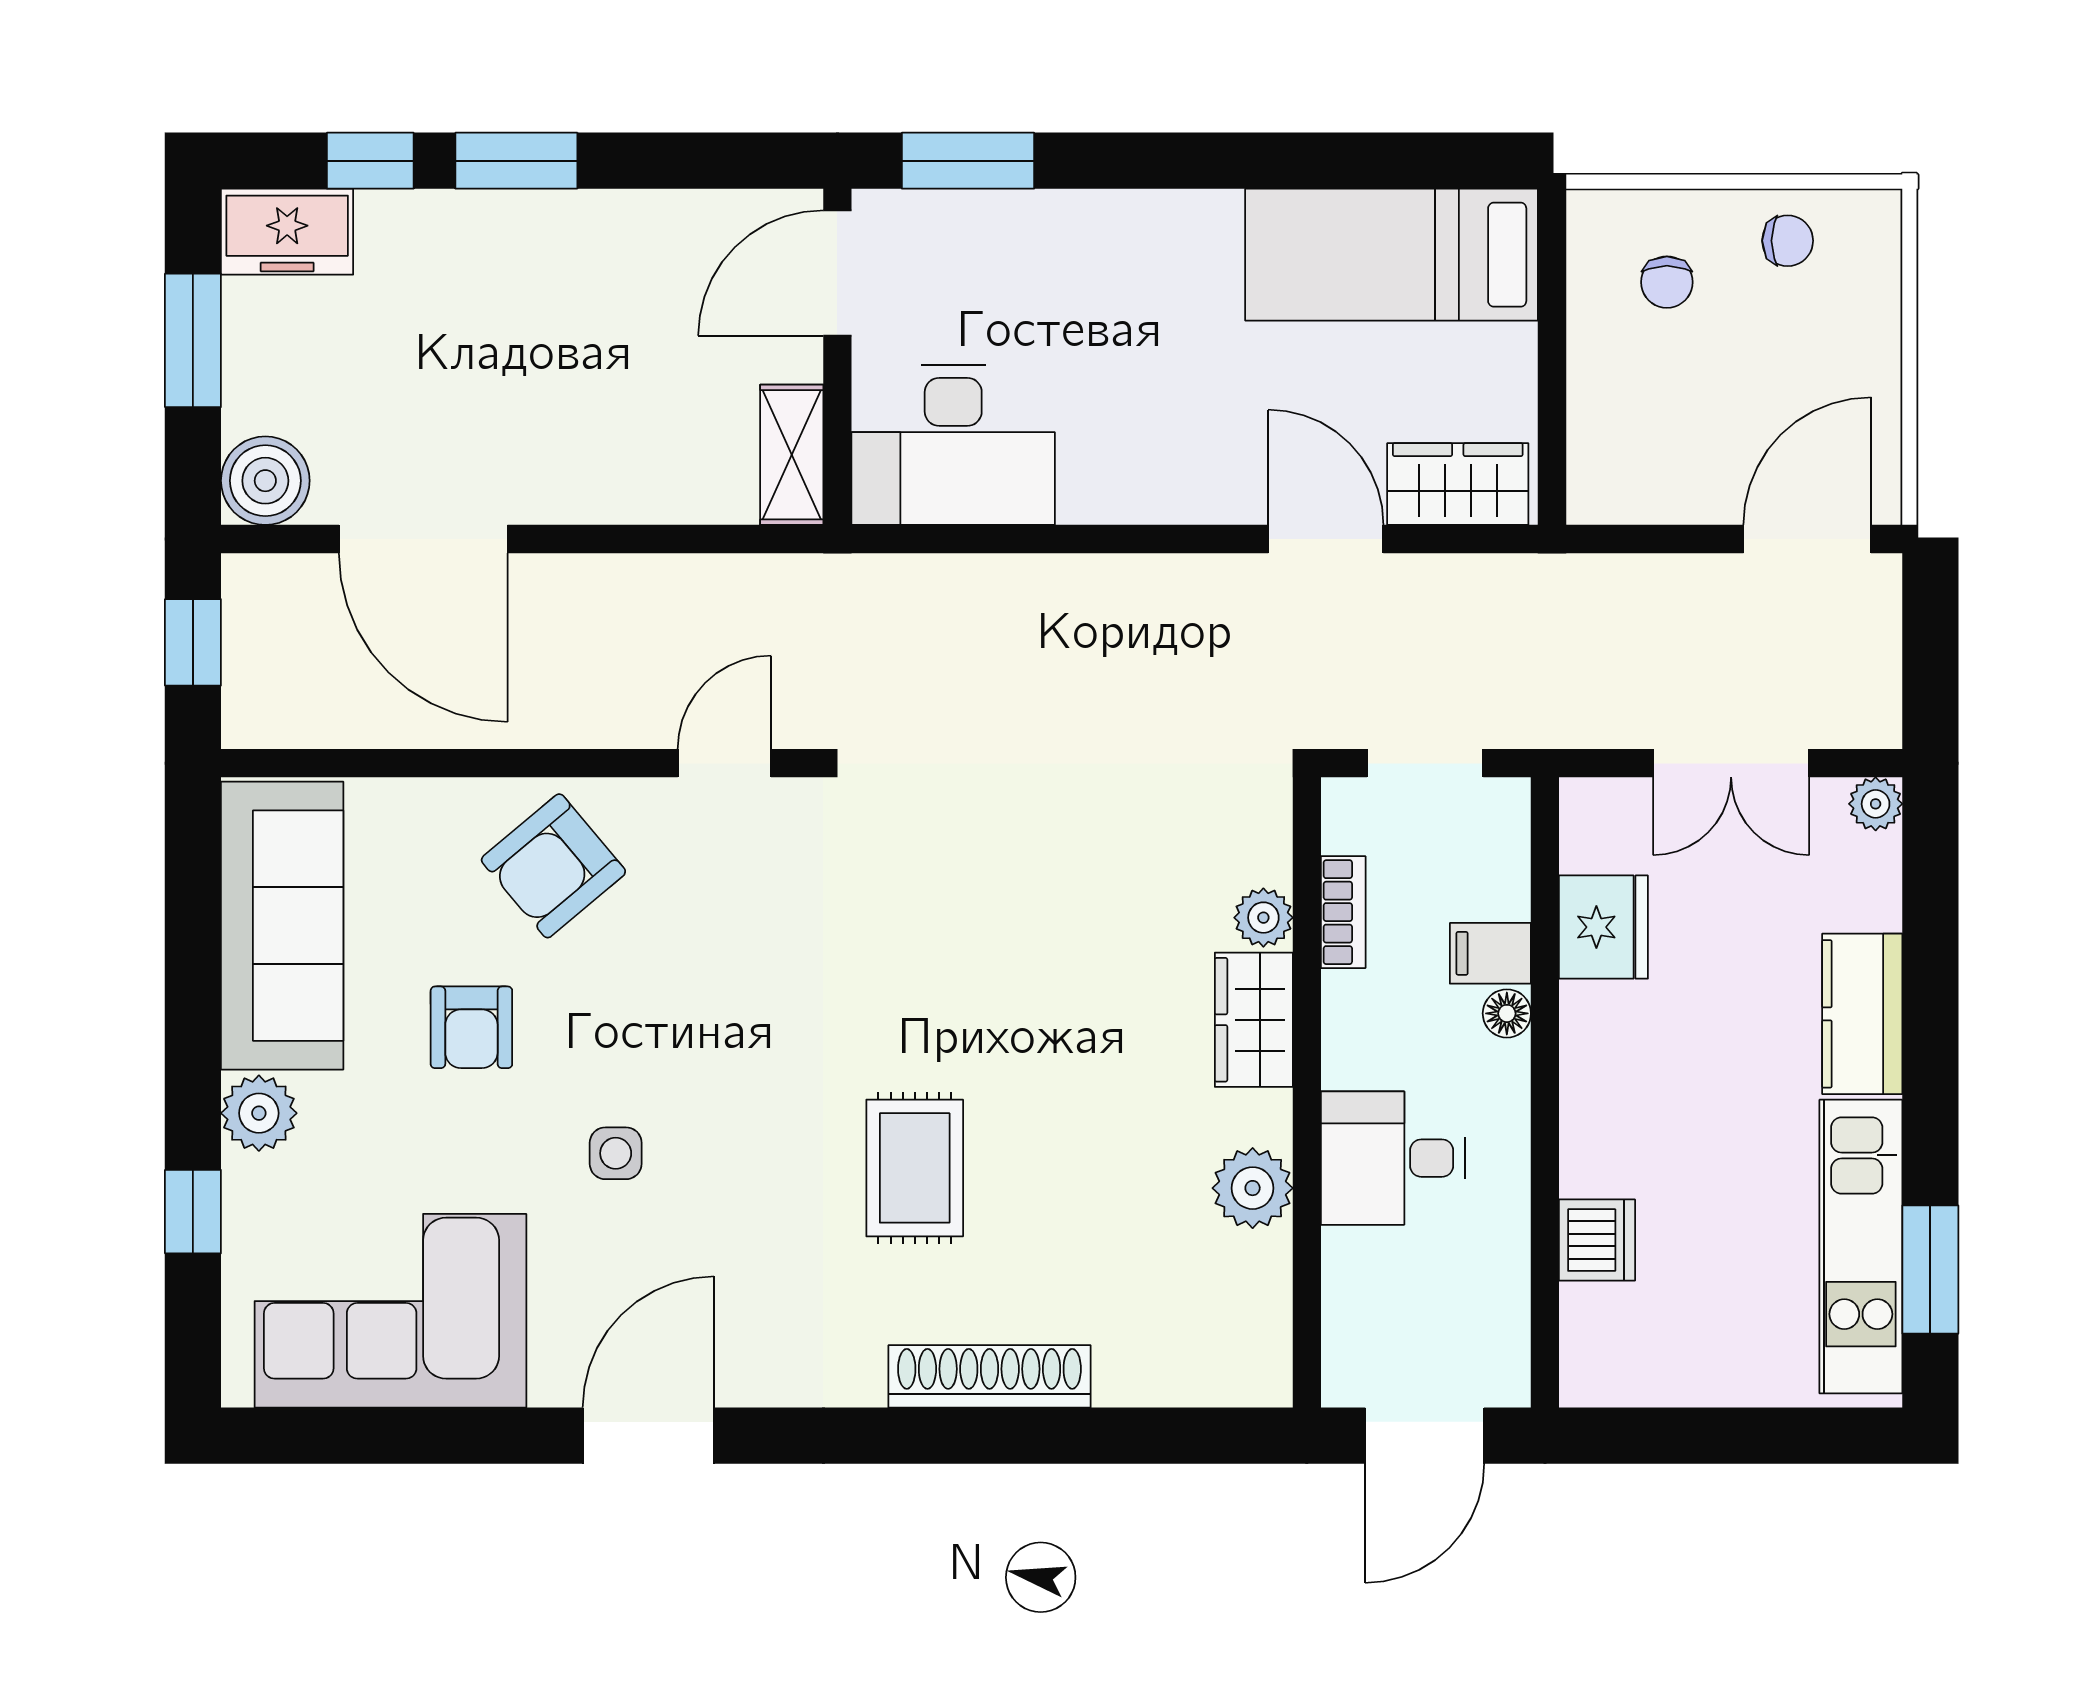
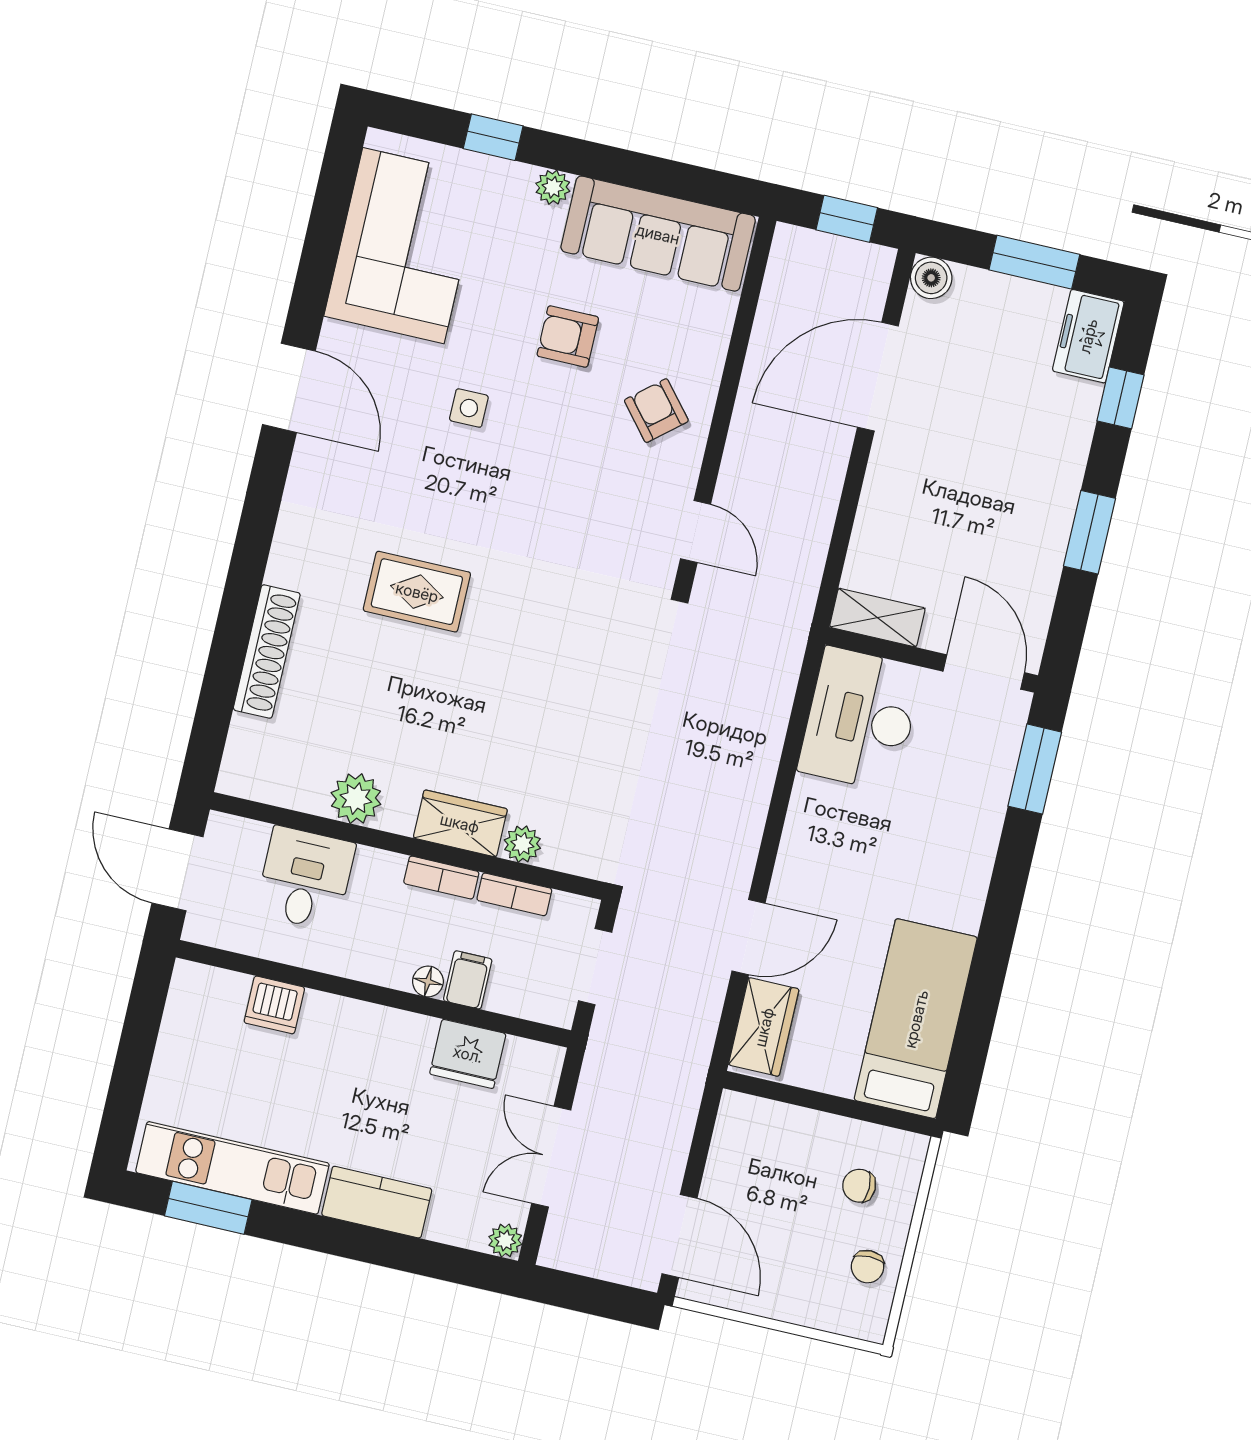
window: (516, 161) -> (1089, 532), moved
boiler: (265, 481) -> (931, 278), width x0.73, depth x0.73
armchair: (553, 866) -> (656, 411), width x0.72, depth x0.72
bookcase: (1343, 1030) -> (441, 878), added
plant: (259, 1113) -> (553, 187), width x0.73, depth x0.73
desk: (1393, 1158) -> (305, 879), moved
shoe rack: (989, 1376) -> (267, 652), moved

